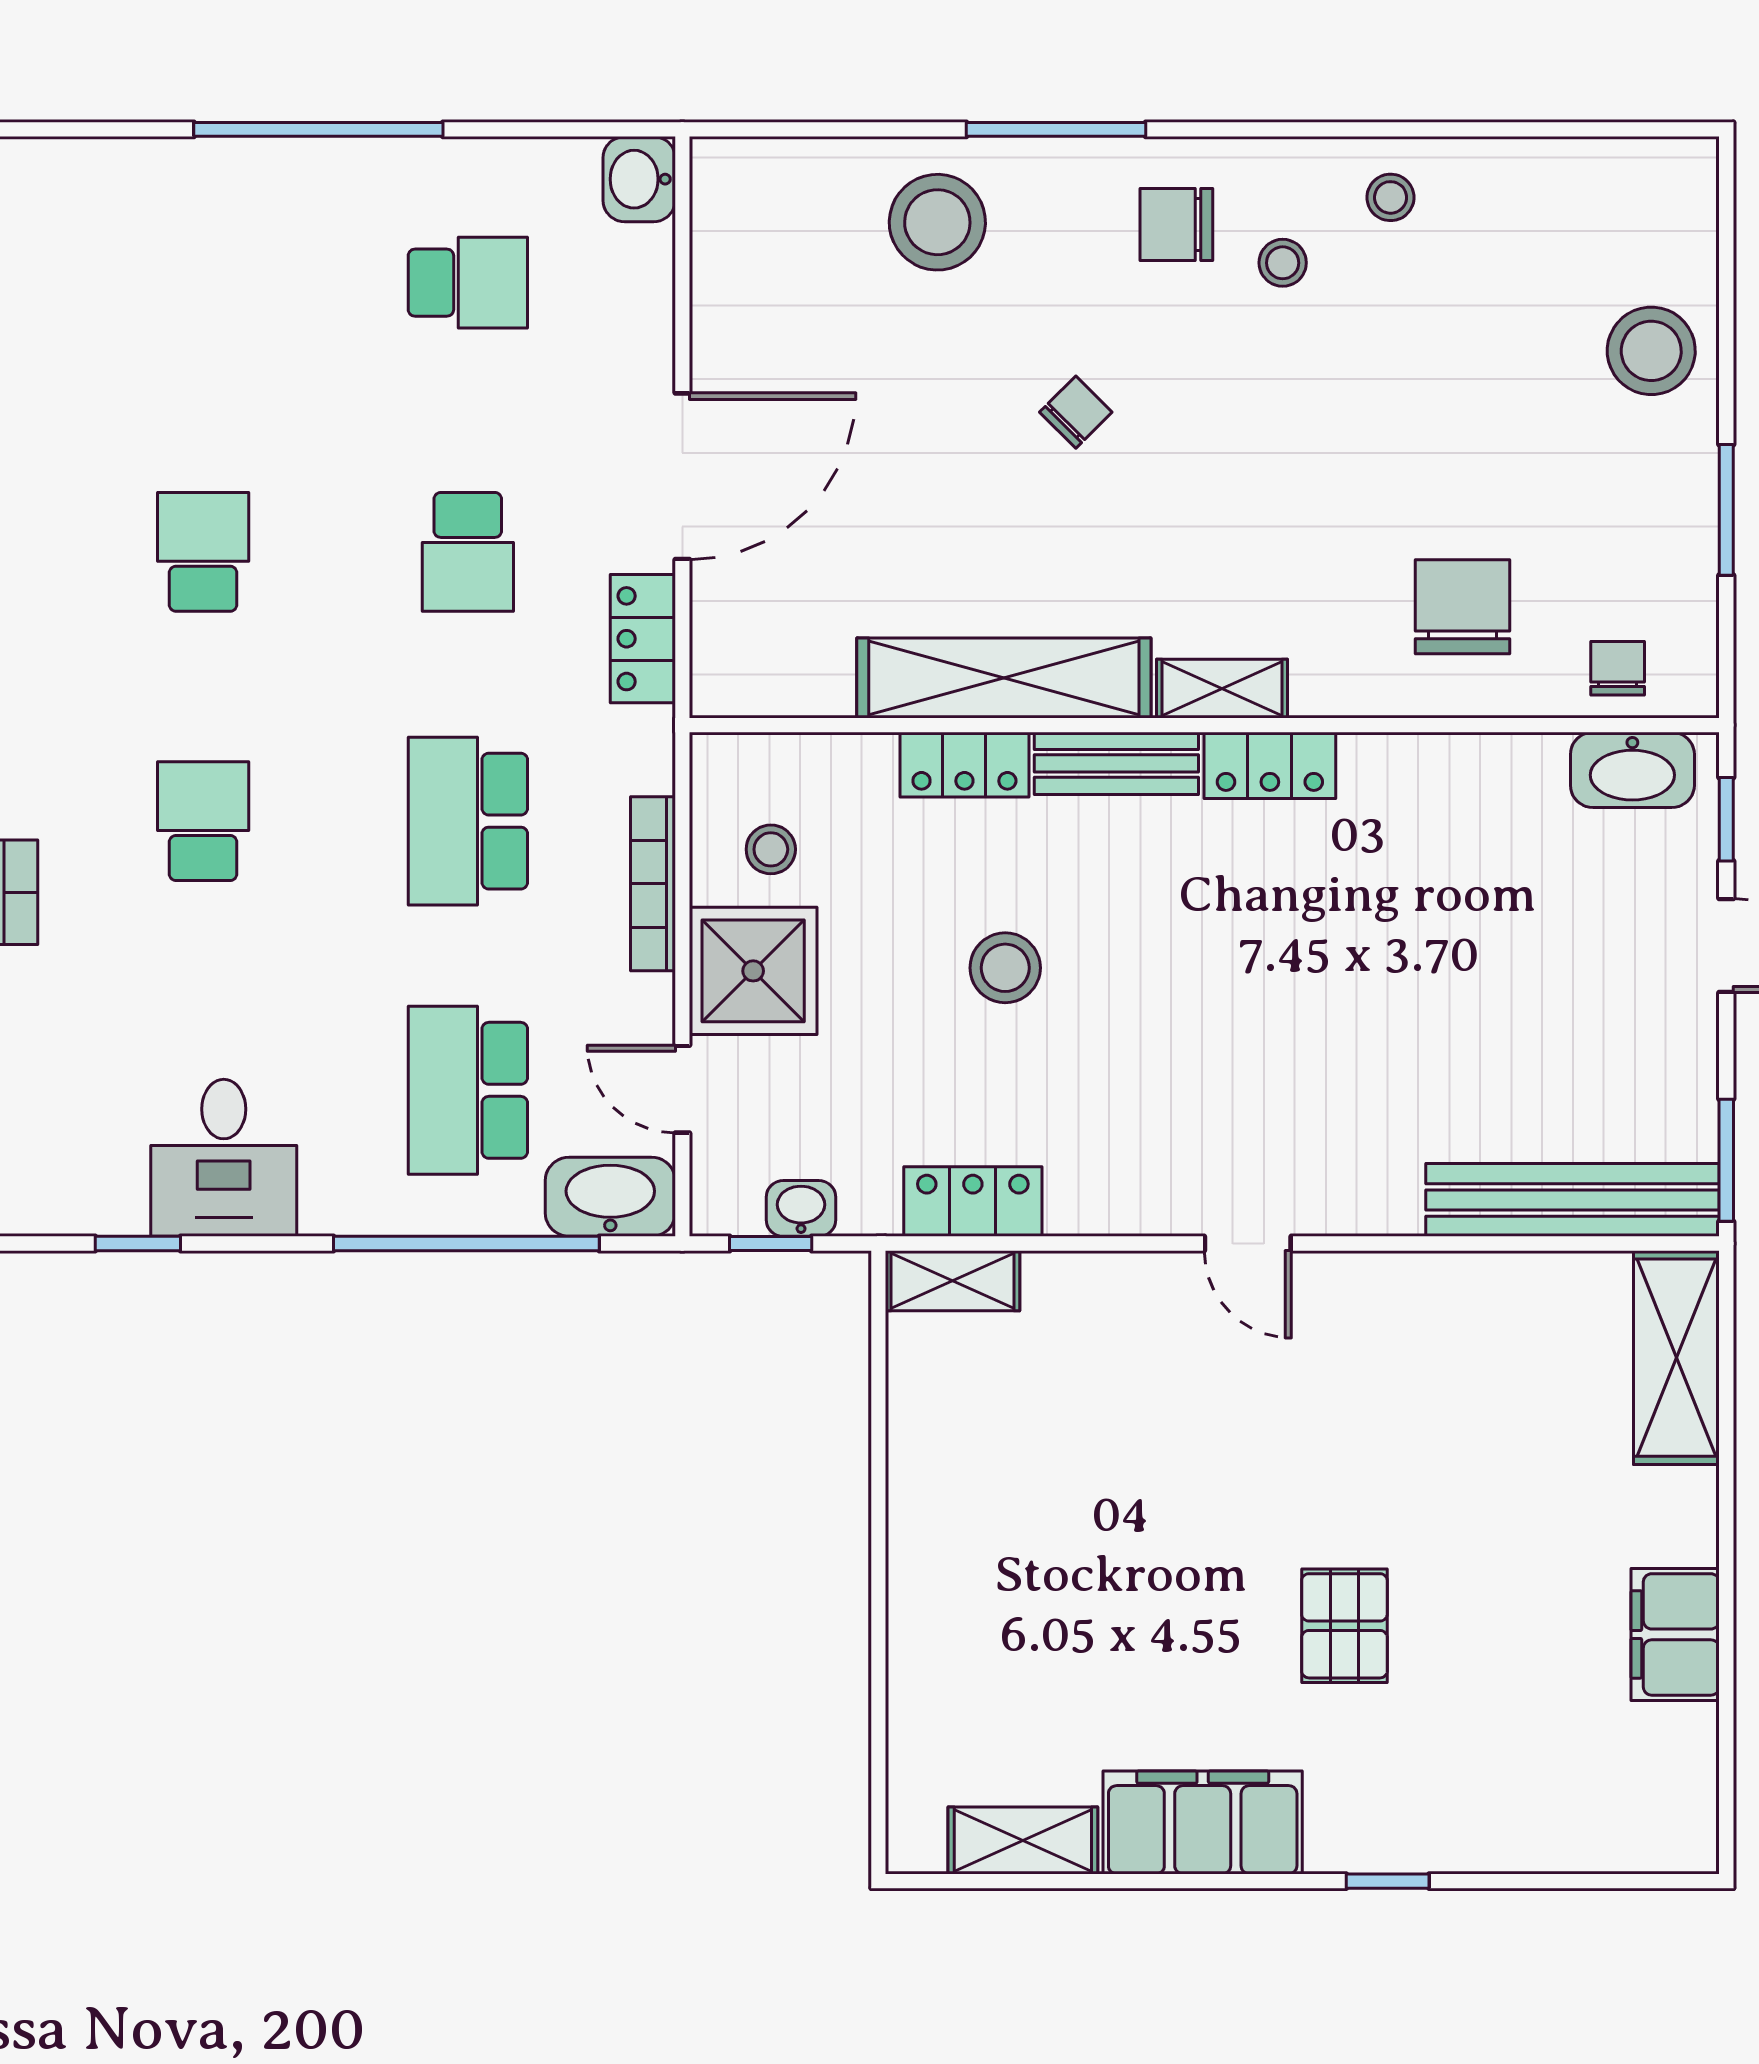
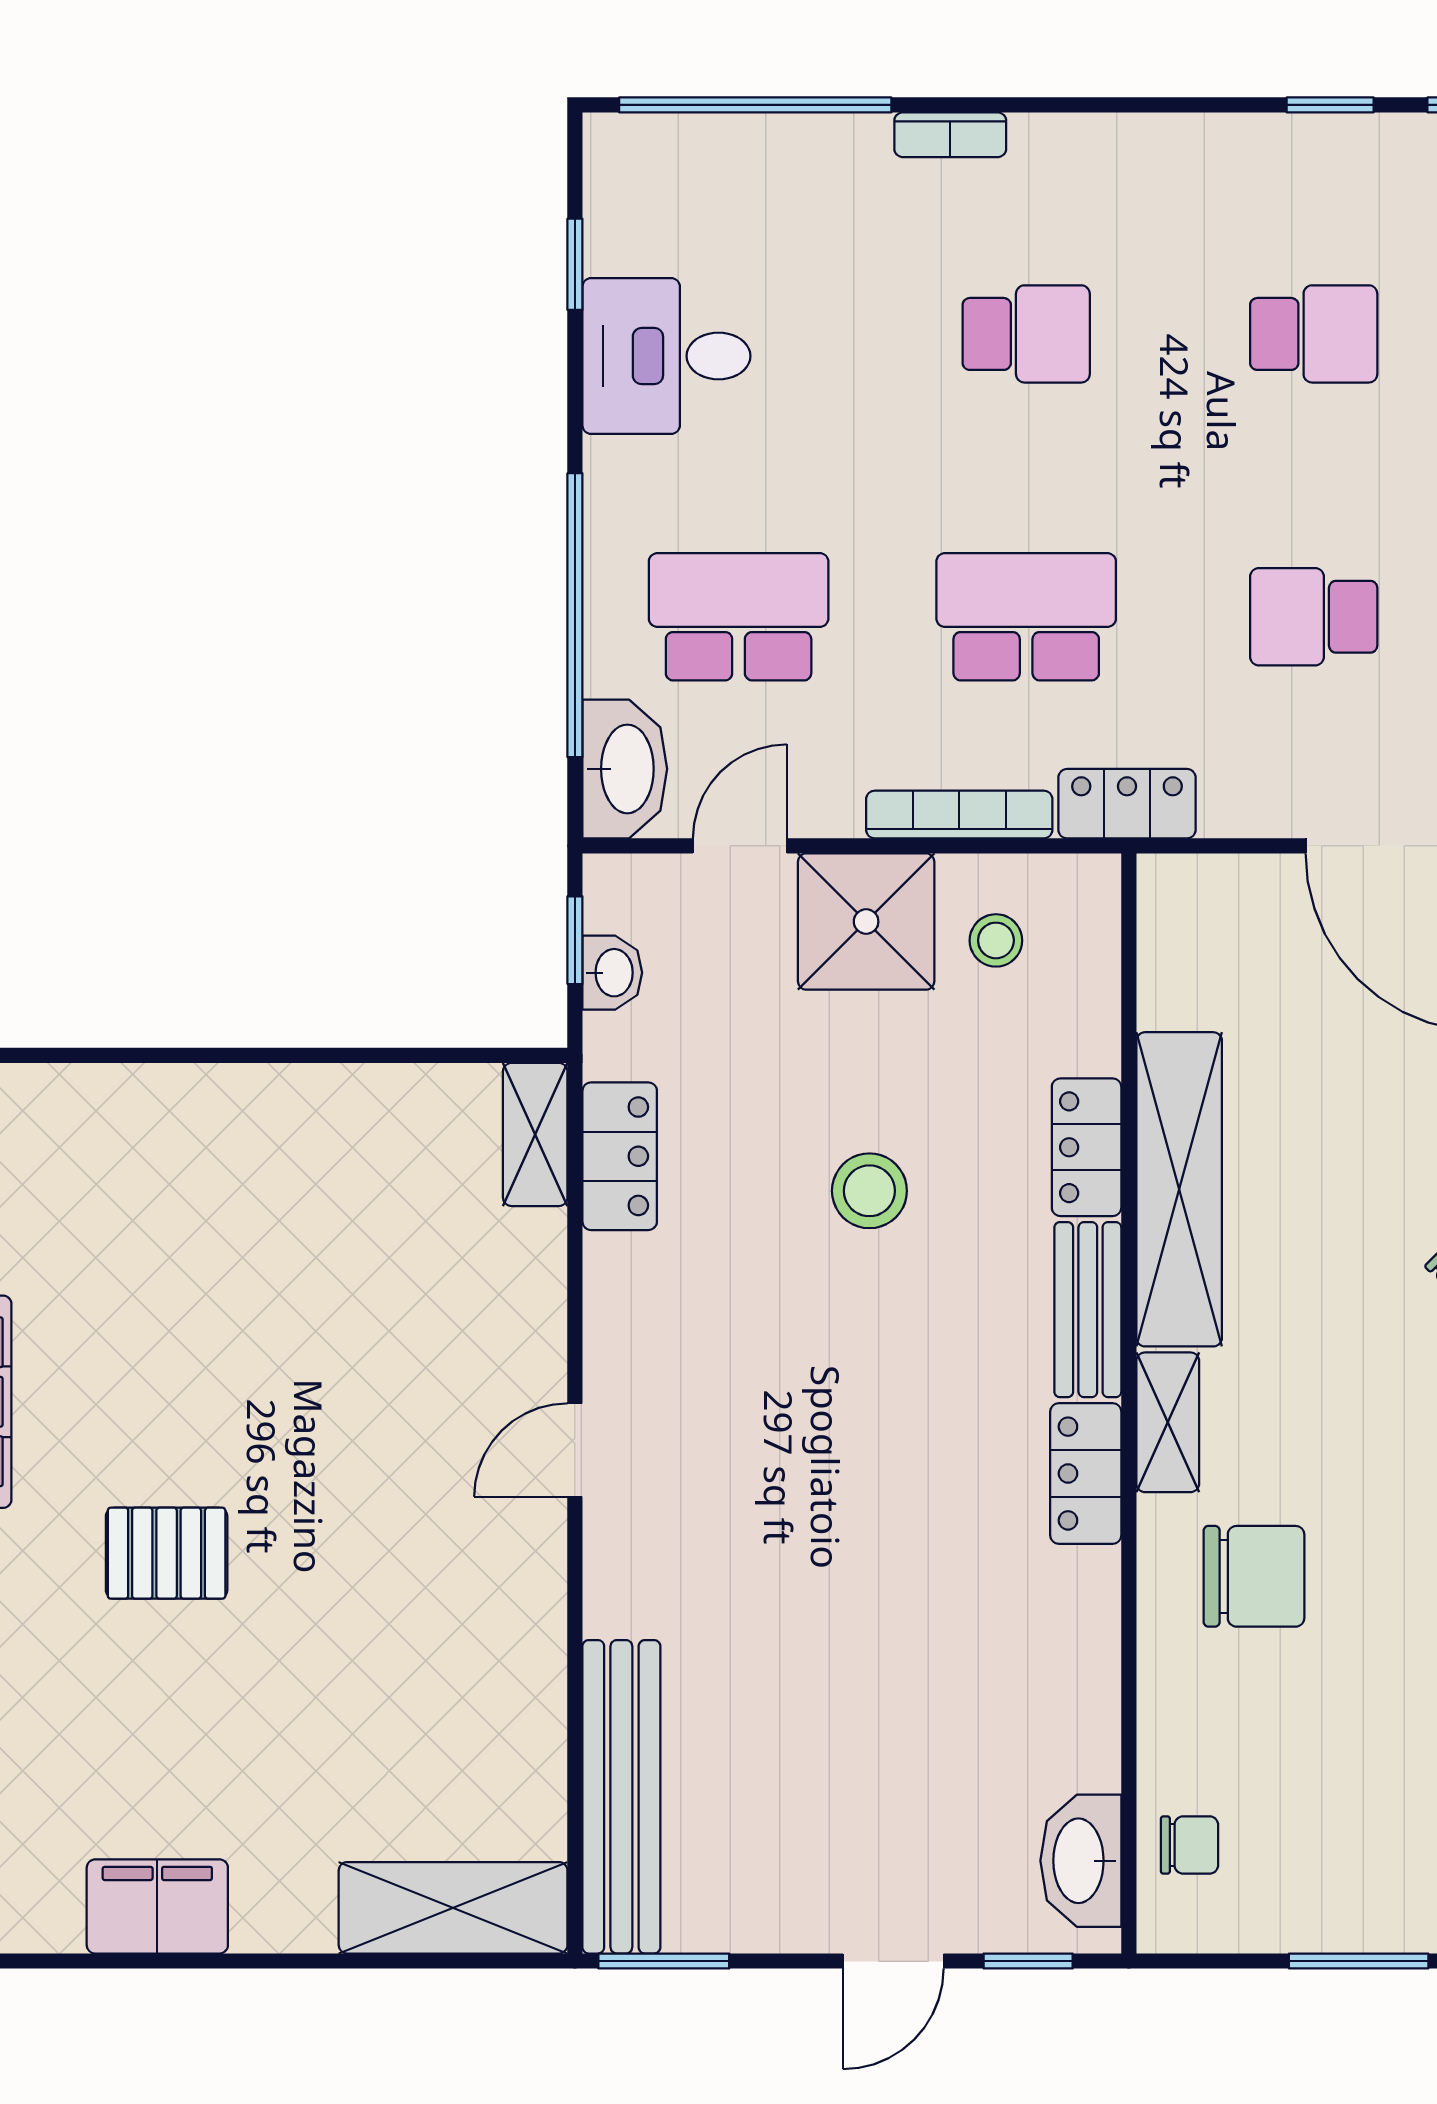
chair: (1462, 607) -> (1254, 1576), moved
locker: (643, 639) -> (1127, 804), moved

